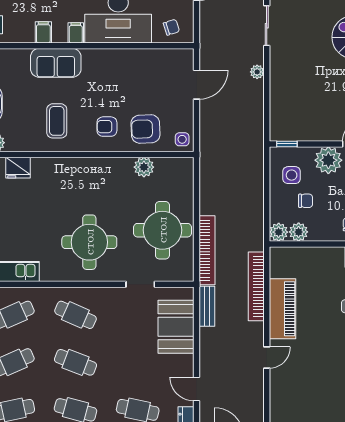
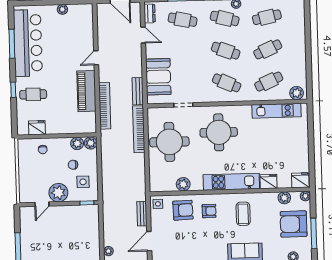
bench: (206, 126) -> (142, 214), added
kitchen unit: (73, 169) -> (231, 182), added

